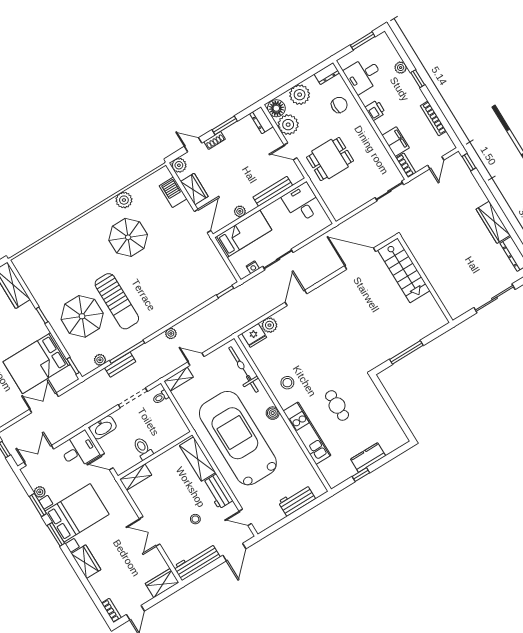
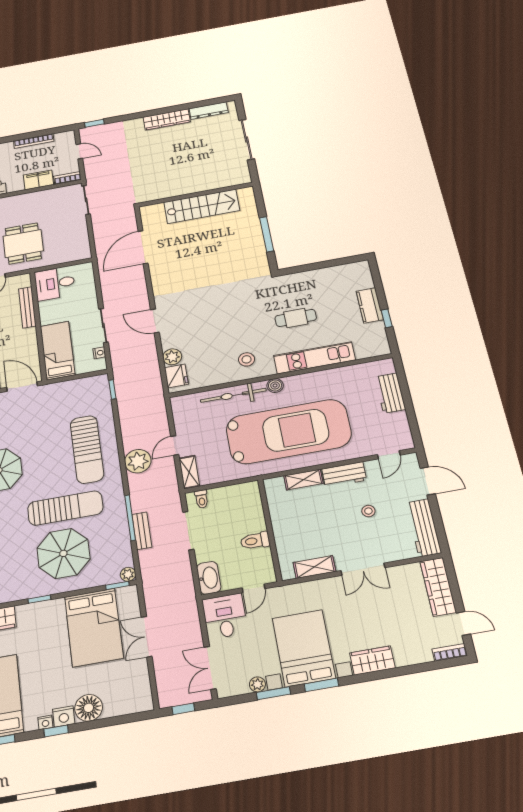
plant: (240, 211) -> (32, 346), removed
stairs: (404, 270) -> (202, 206), moved
sun lounger: (169, 295) -> (87, 449), added
plant: (171, 333) -> (138, 461), width x1.88, depth x1.88
plant: (100, 360) -> (128, 574), moved
bicycle: (244, 370) -> (233, 395), moved
car: (238, 438) -> (289, 432), turned 180
shelving: (198, 459) -> (303, 480), width x0.67, depth x0.75
shelving: (136, 477) -> (314, 567), moved, turned 90
wardrobe: (162, 583) -> (438, 587), width x1.50

